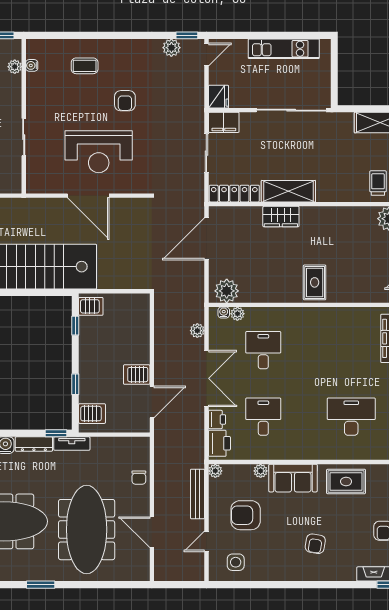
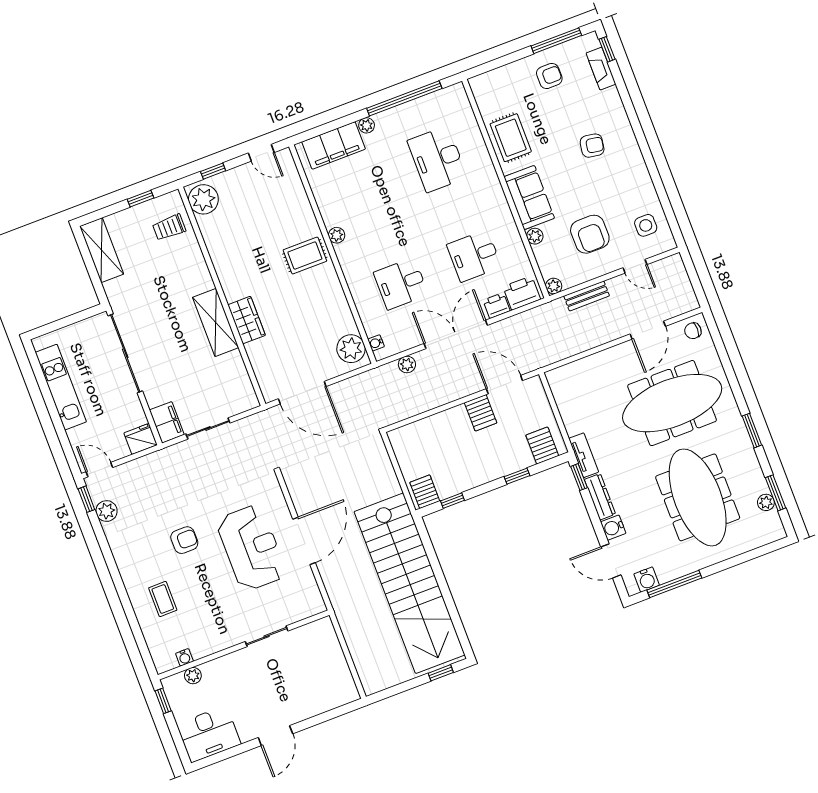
locker: (234, 194) -> (241, 381), removed
plant: (237, 314) -> (337, 235), moved
chair: (139, 478) -> (693, 331), moved, turned 180
bench: (197, 494) -> (587, 296), width x0.73

